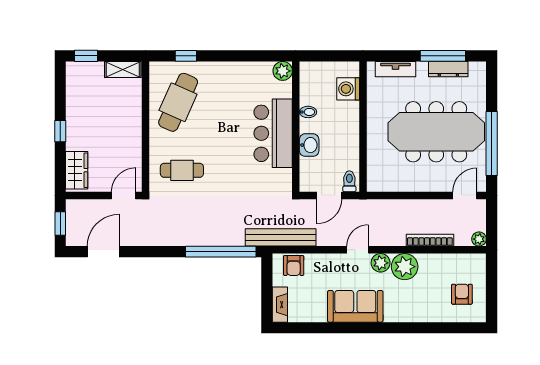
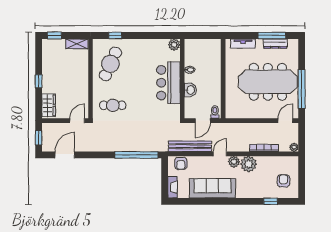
washing machine: (348, 89) -> (214, 56), removed
bench: (281, 237) -> (190, 146), moved
sofa: (355, 306) -> (212, 188), width x1.36
window: (440, 328) -> (270, 201), added

